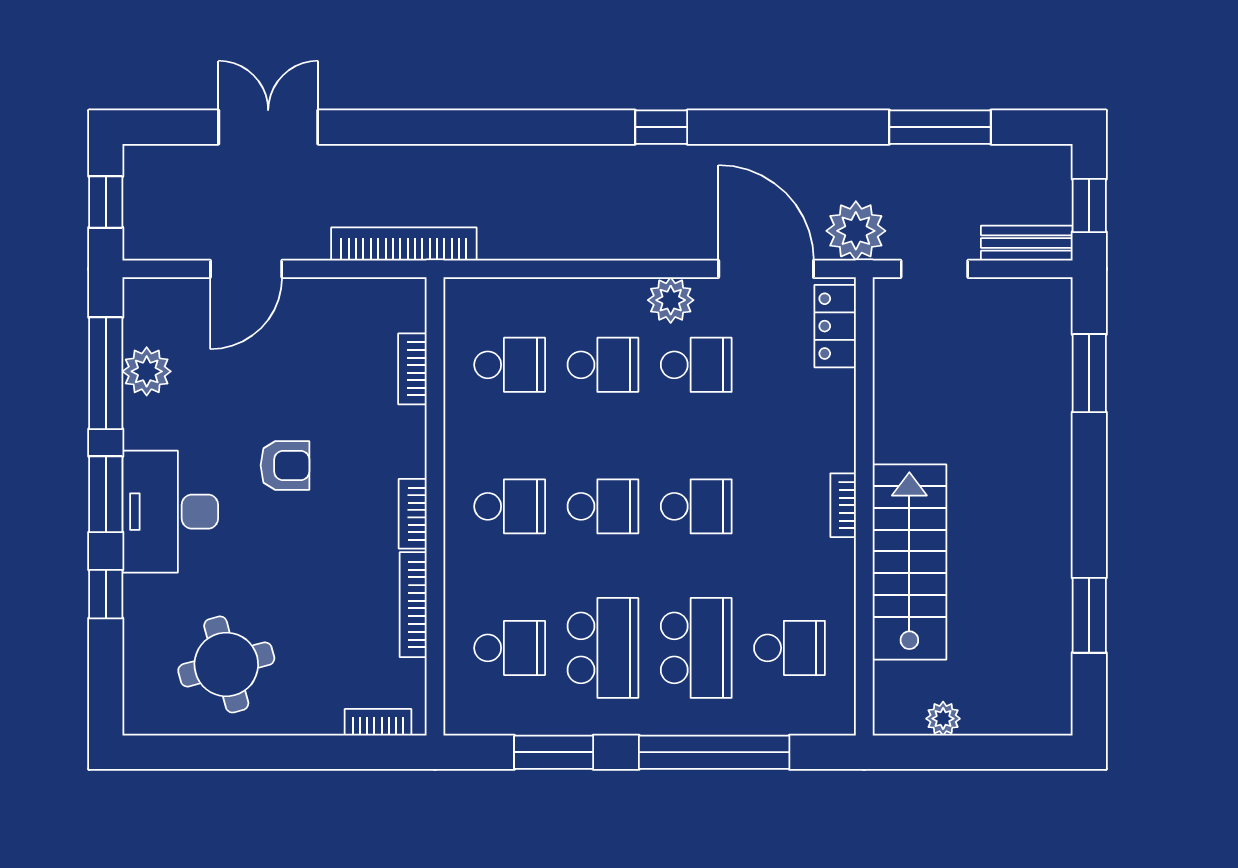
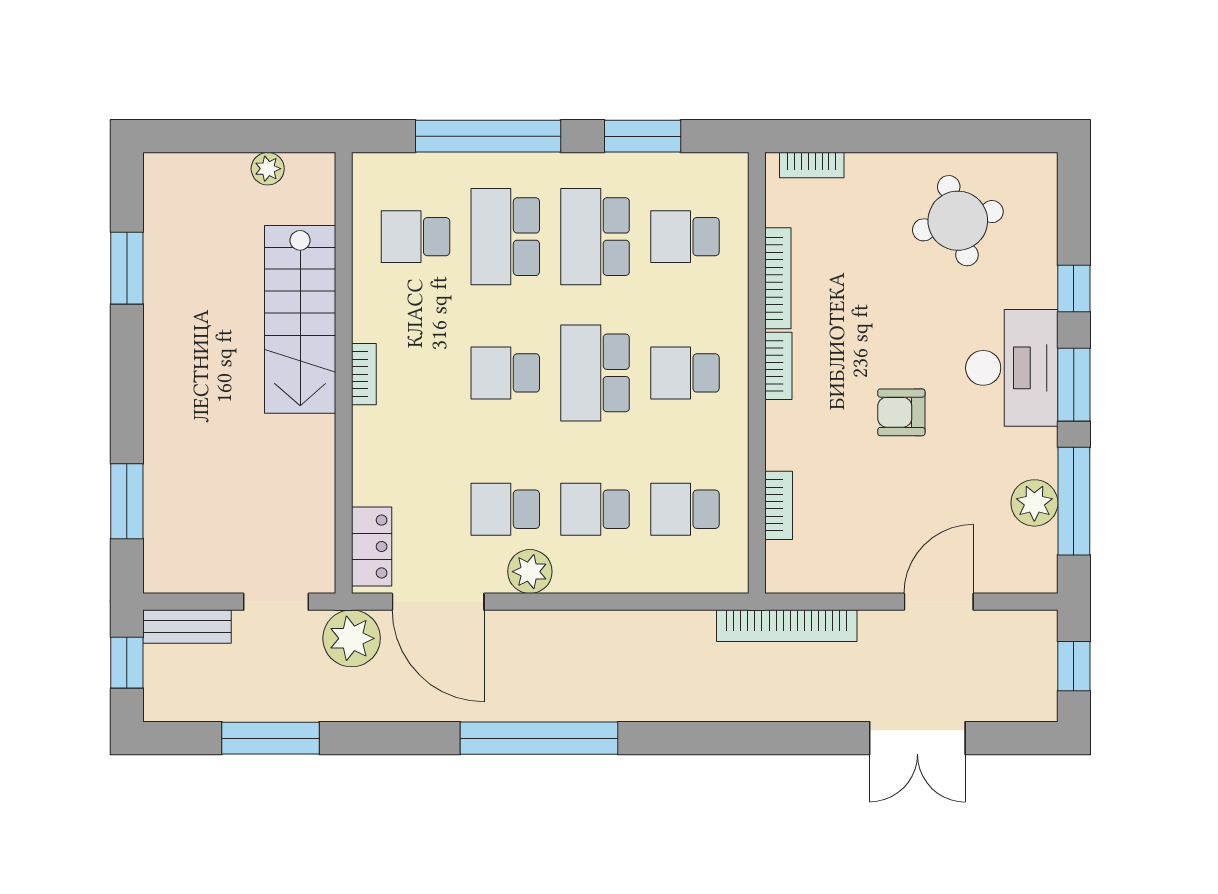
window: (661, 127) -> (539, 738), width x3.17
school desk: (603, 506) -> (595, 373), width x1.85

